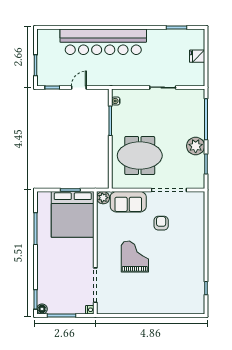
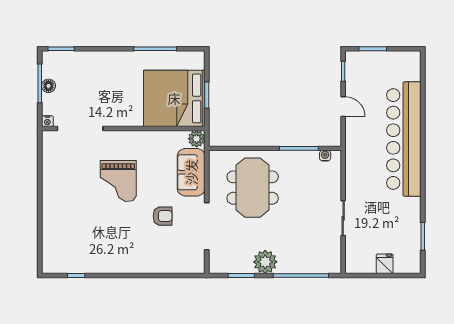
grand piano: (135, 257) -> (118, 181), turned 90
floor lamp: (42, 309) -> (48, 86), moved

